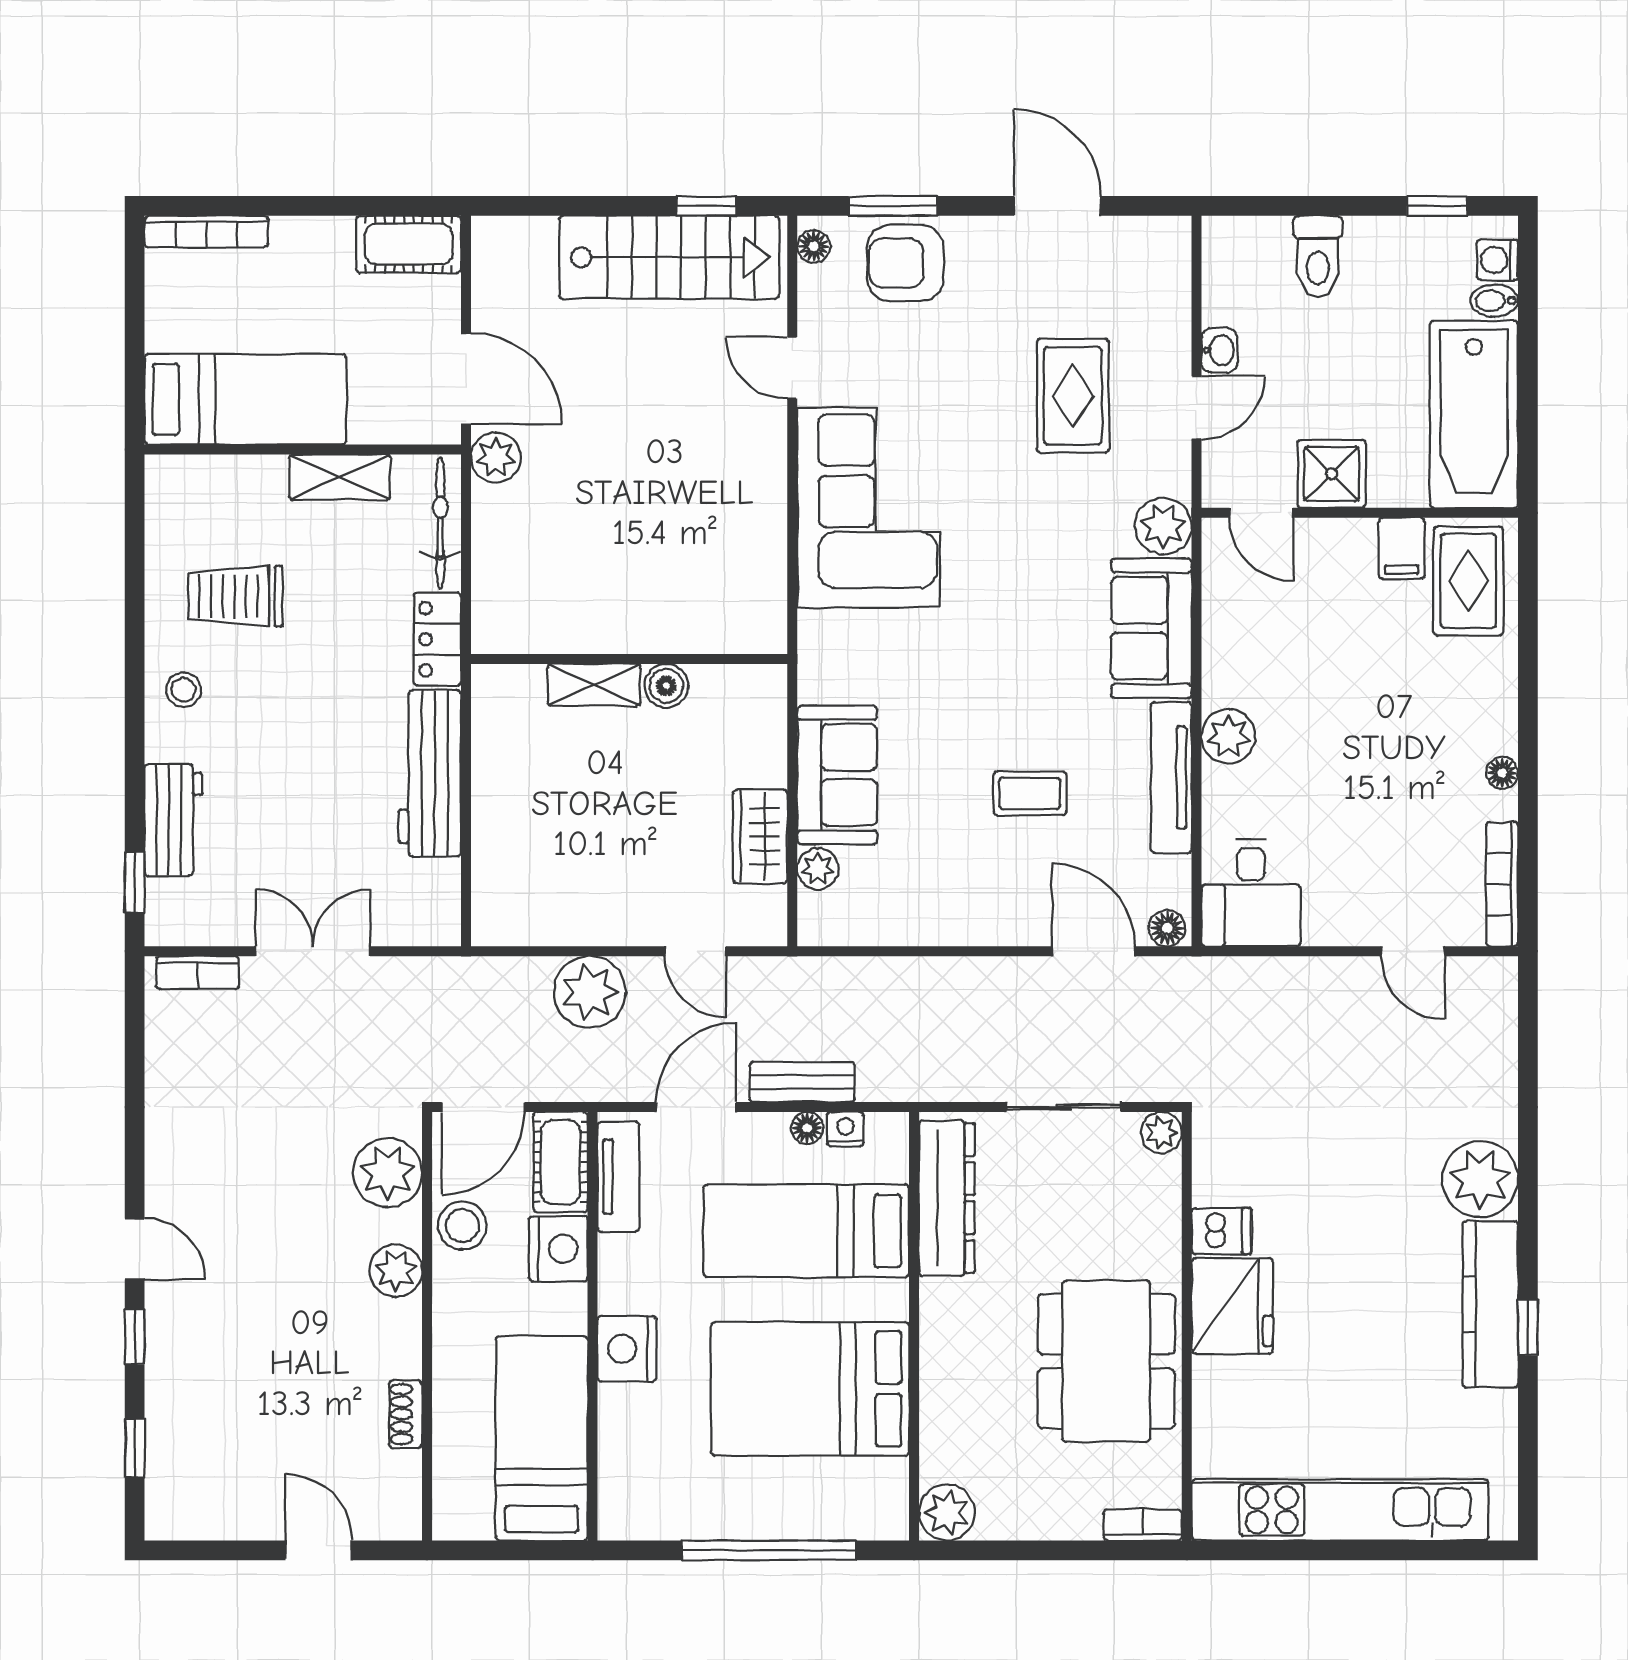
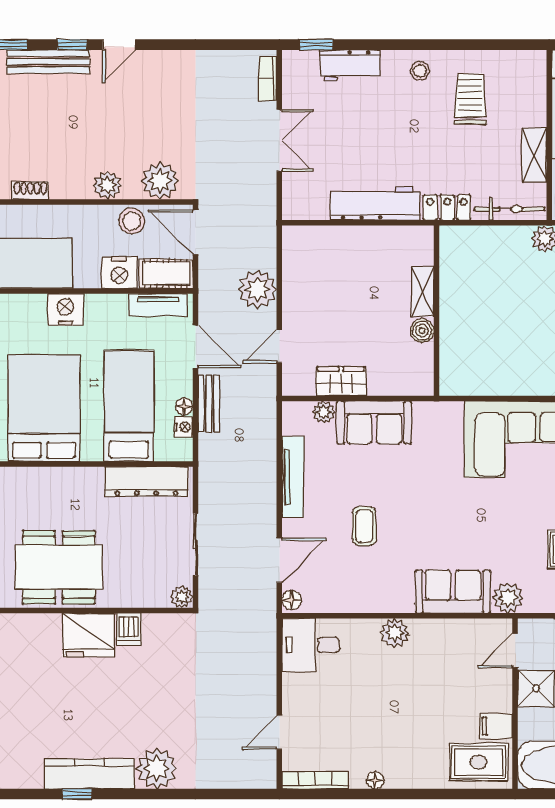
tv unit: (1171, 777) -> (293, 477), moved, turned 90
bench: (166, 1381) -> (48, 62), added

